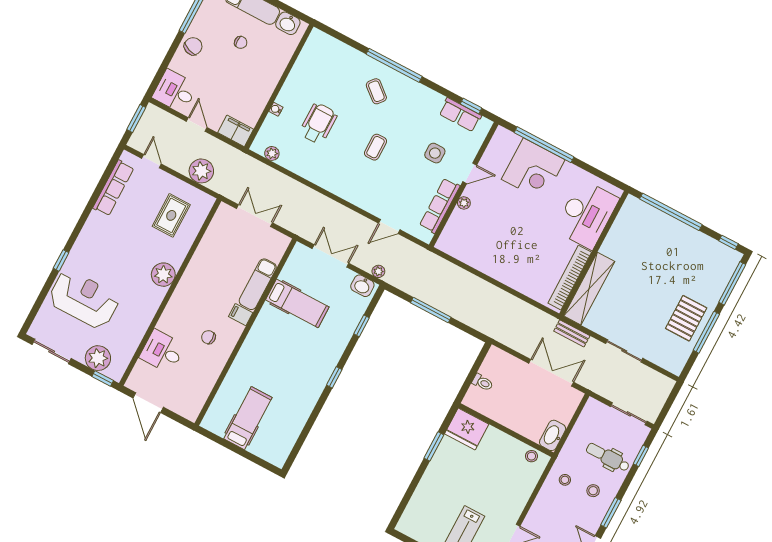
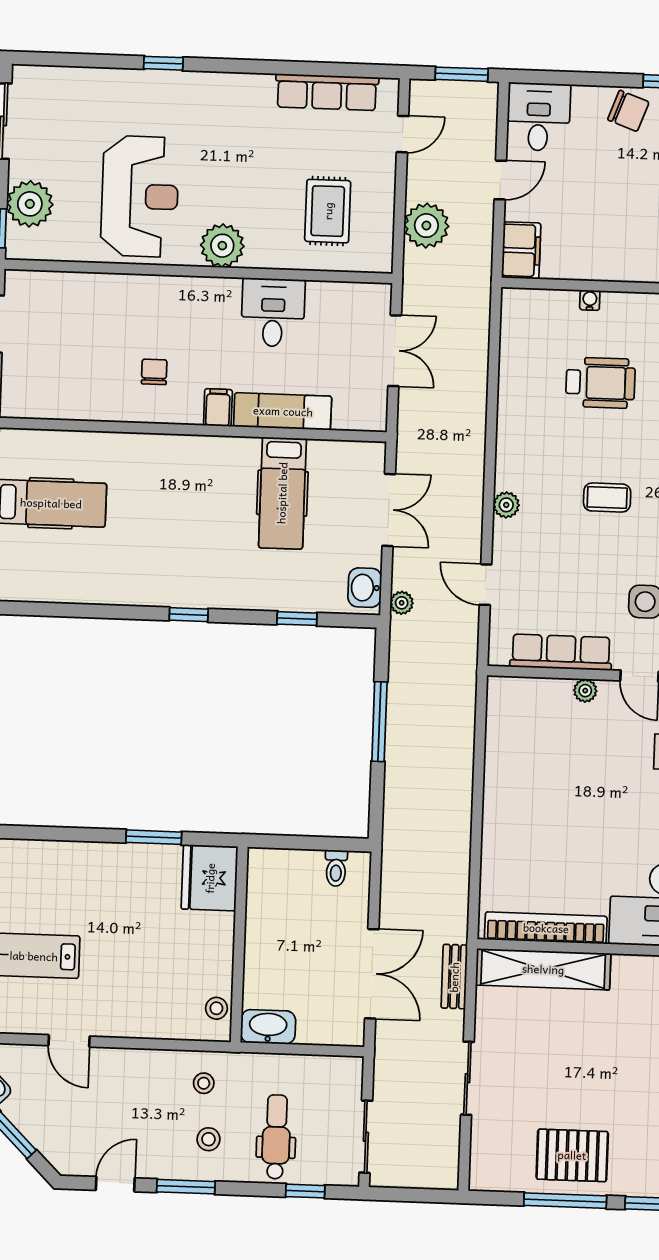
plant: (272, 153) -> (506, 505), moved
rug: (171, 215) -> (328, 211), turned 90
reception desk: (84, 299) -> (140, 196), moved
desk: (162, 351) -> (273, 312), moved
toilet: (483, 382) -> (336, 868), moved

